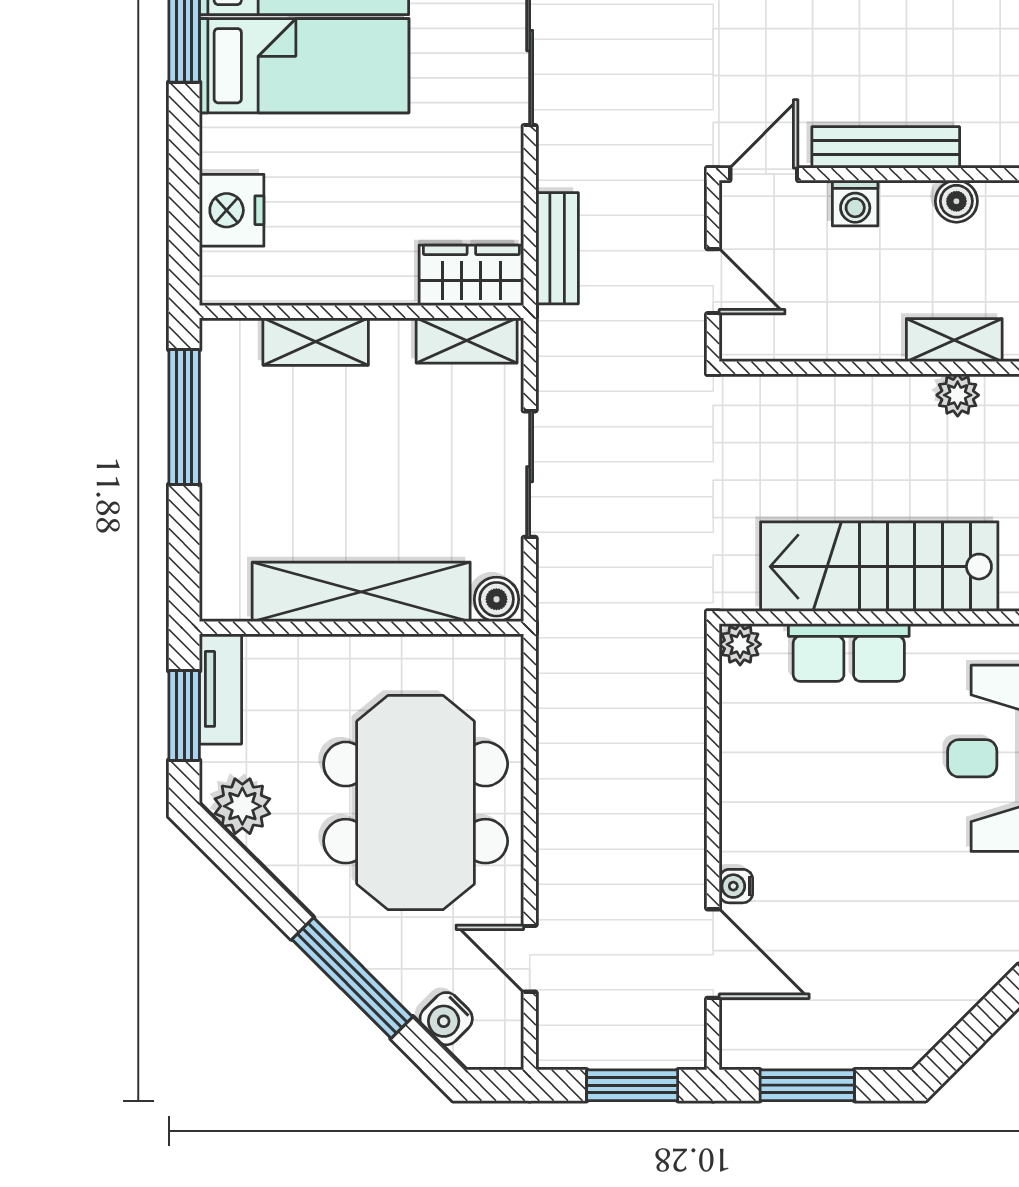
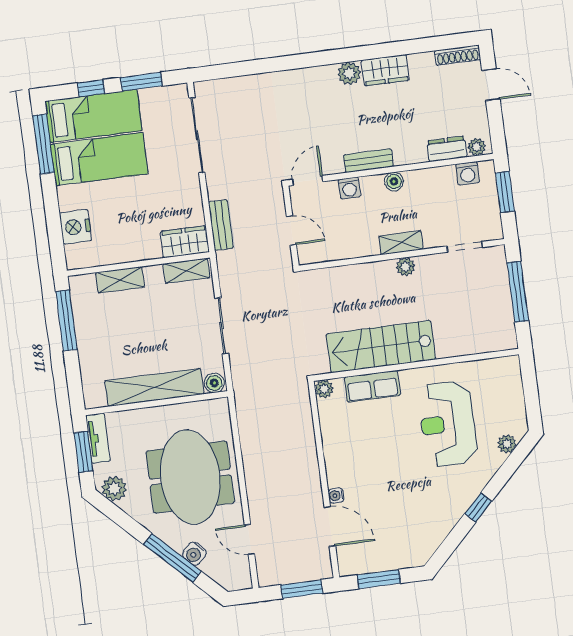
bench: (886, 147) -> (368, 161), width x0.73
water cooler: (446, 1019) -> (194, 554), moved

